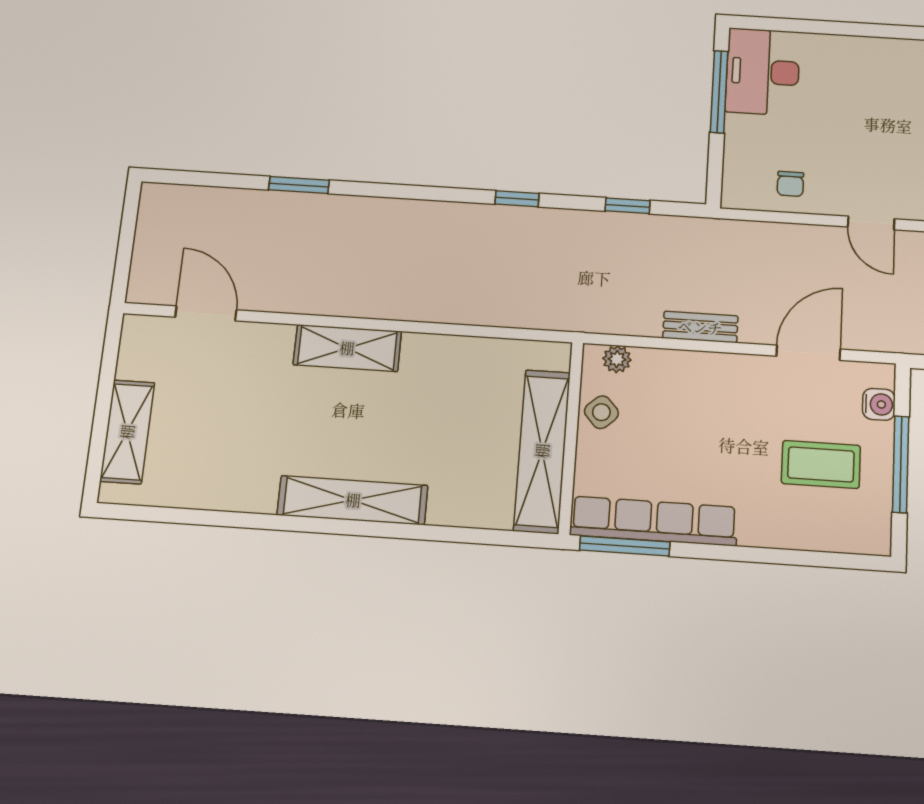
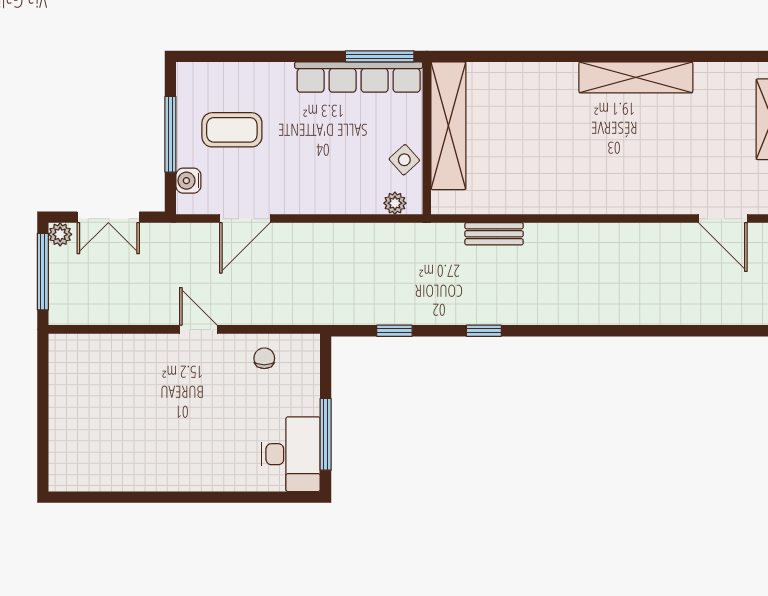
window: (299, 185) -> (661, 331), removed
bench: (700, 327) -> (494, 234), moved
shelving: (347, 348) -> (608, 198), removed
shelving: (353, 500) -> (636, 77), moved

